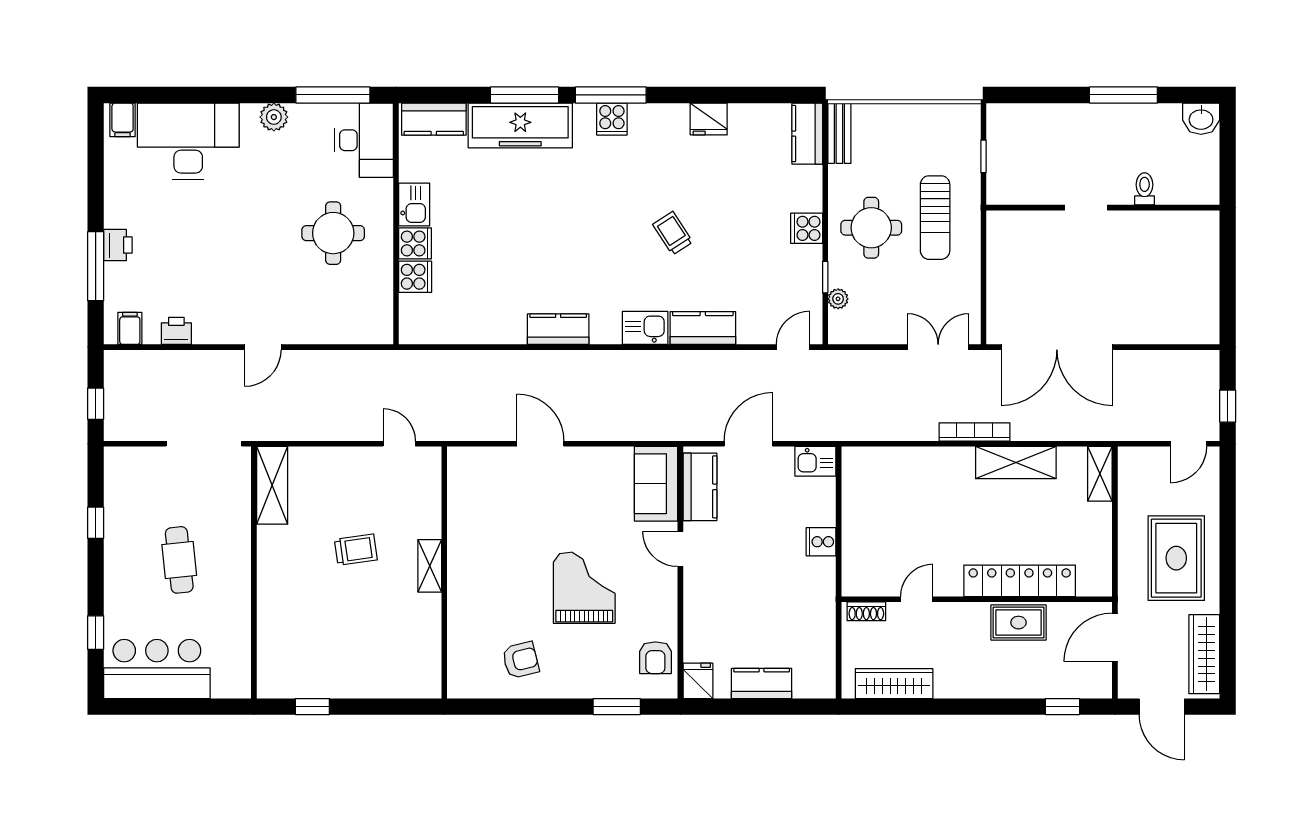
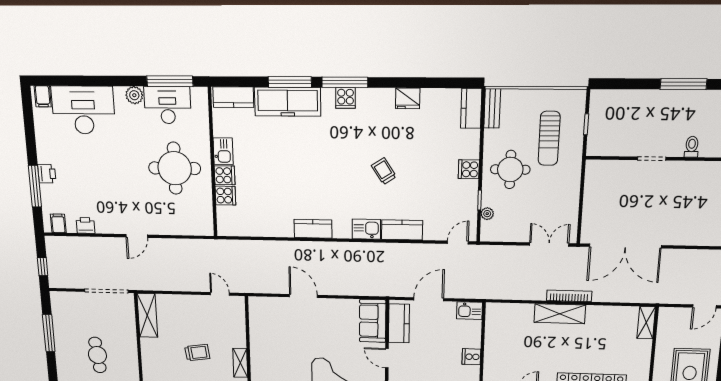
desk: (364, 140) -> (168, 105), moved, turned -90
sun lounger: (935, 218) -> (549, 138), moved
round table: (333, 233) -> (175, 168), width x1.36, depth x1.36
shelving: (1016, 463) -> (560, 314), moved
window: (96, 523) -> (49, 333), width x2.17

